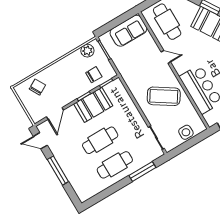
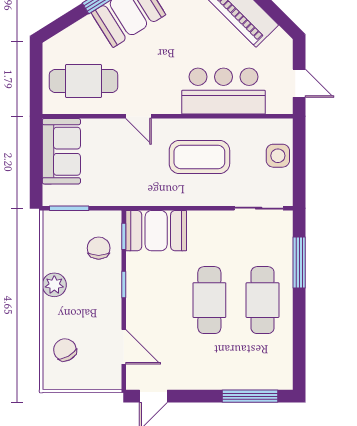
plant: (87, 51) -> (54, 285), moved
door: (166, 57) -> (139, 116), swing flipped
coffee table: (164, 96) -> (199, 157), turned 57
booth: (93, 105) -> (156, 231), moved, turned 90
window: (58, 171) -> (250, 396), moved

